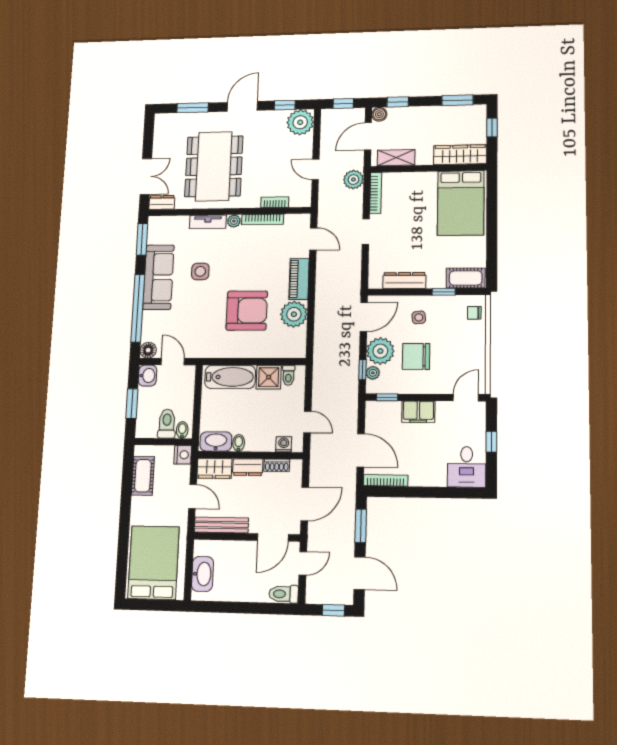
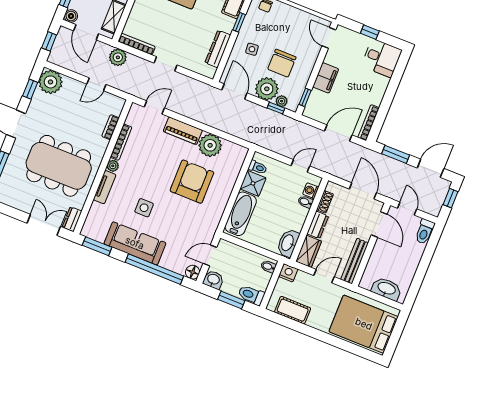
toilet: (167, 424) -> (251, 295), moved
bidet: (239, 443) -> (305, 202), moved

